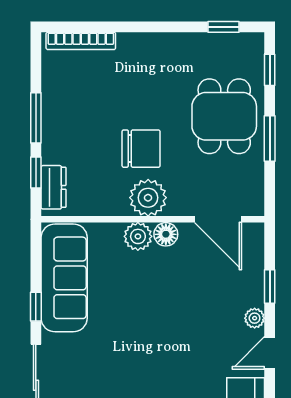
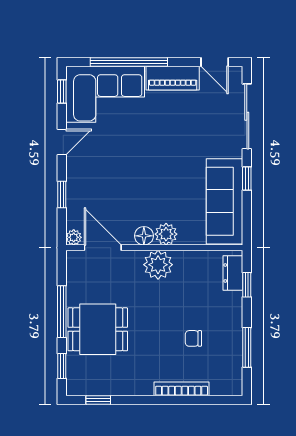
bookcase: (81, 41) -> (182, 389), moved
dining table: (224, 116) -> (98, 329), turned 90
window: (36, 118) -> (247, 347), moved
window: (270, 139) -> (62, 312), width x1.44
chair: (141, 149) -> (193, 338), moved, width x0.54, depth x0.54
plant: (255, 318) -> (74, 237), moved

